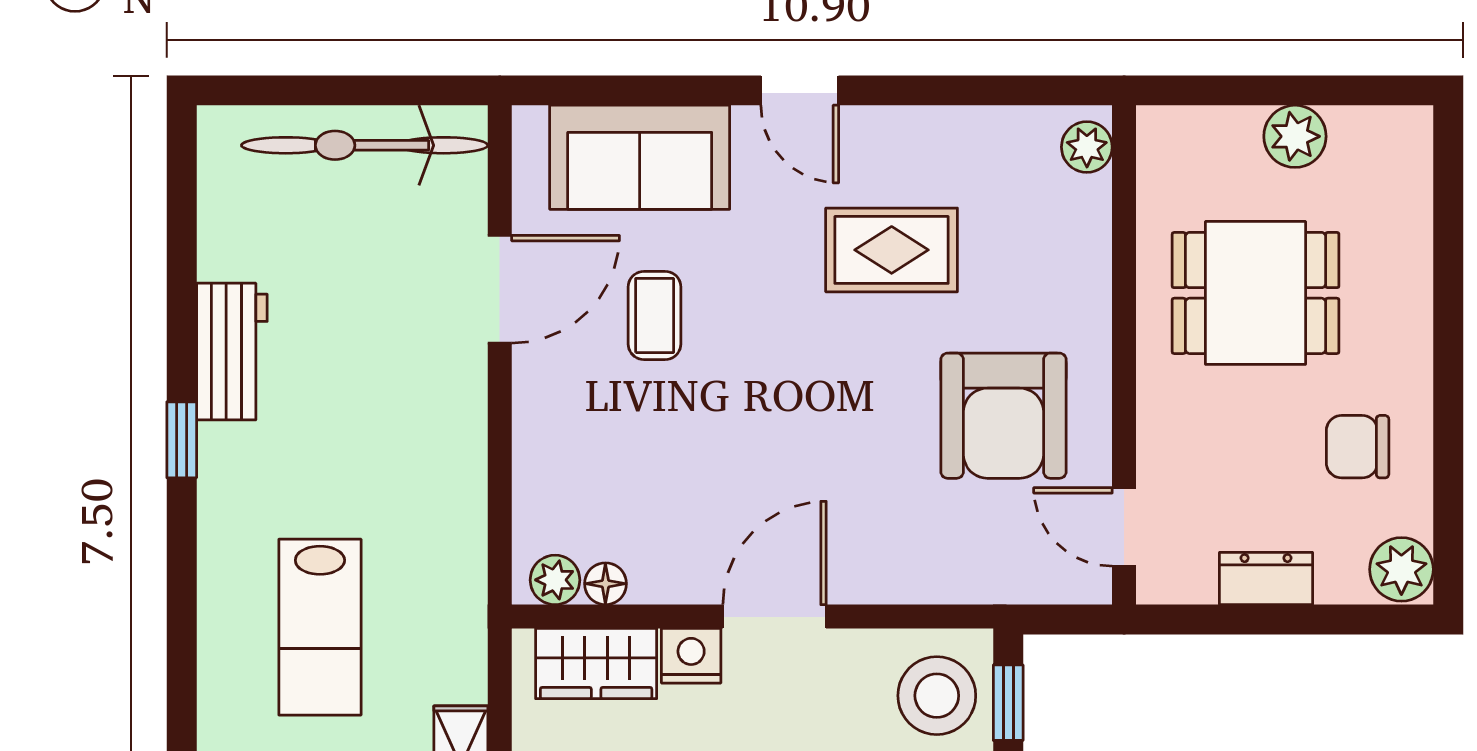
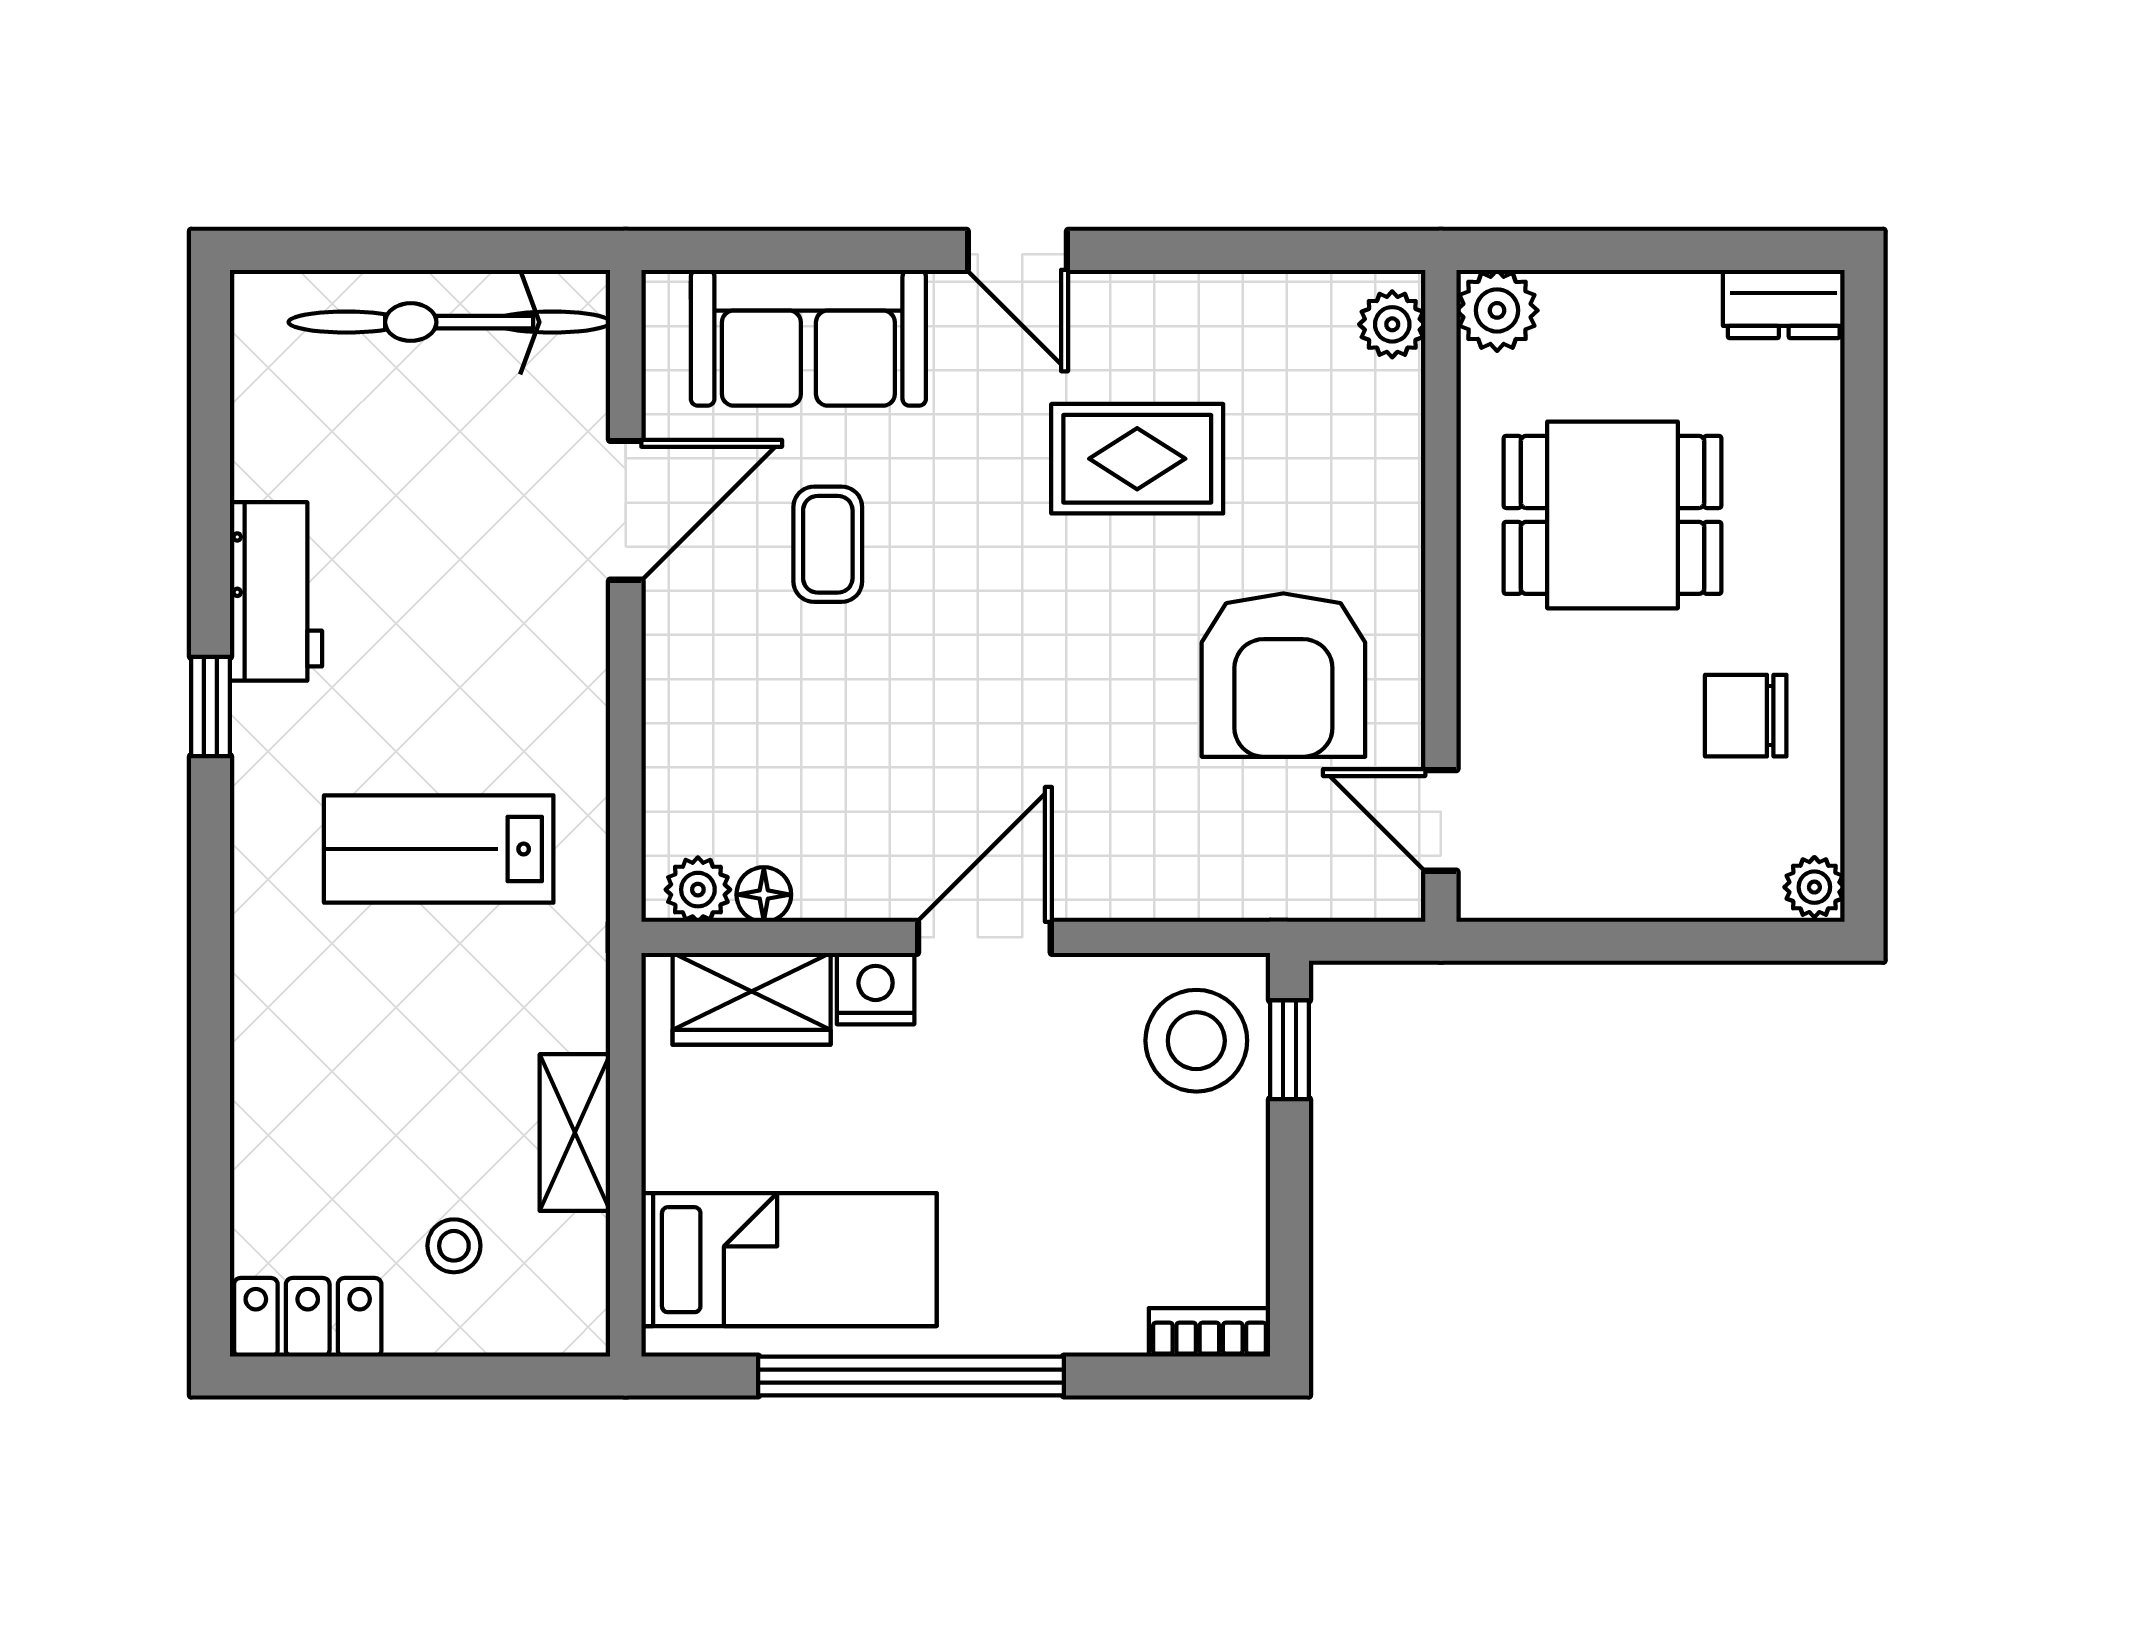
plant: (1295, 136) -> (1497, 310), moved
plant: (1401, 569) -> (1814, 887), width x0.73, depth x0.73
dresser: (1266, 579) -> (1784, 304), moved, turned 180
lab bench: (320, 627) -> (439, 849), moved, turned 90

